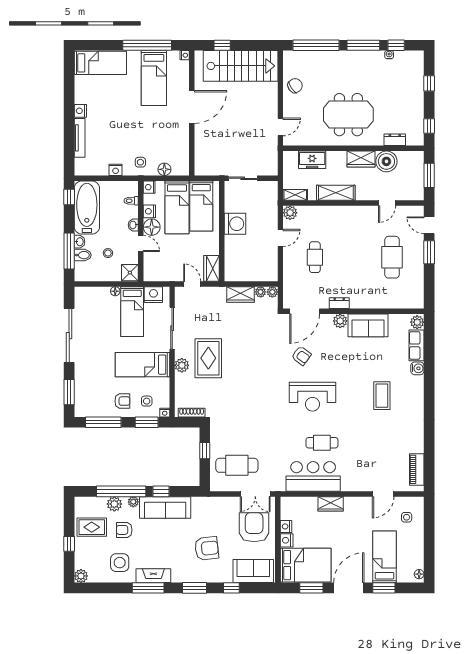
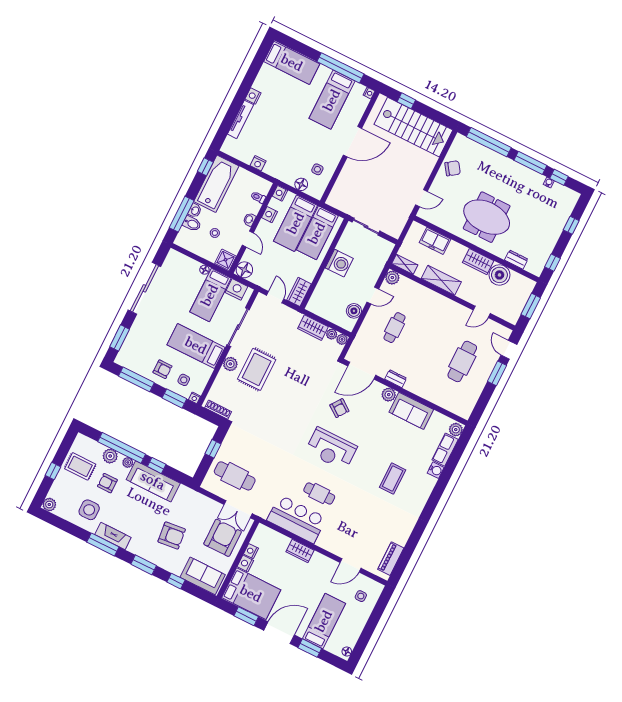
side table: (140, 162) -> (317, 169), moved
floor lamp: (152, 227) -> (244, 270), moved
boiler: (270, 261) -> (354, 311), added

